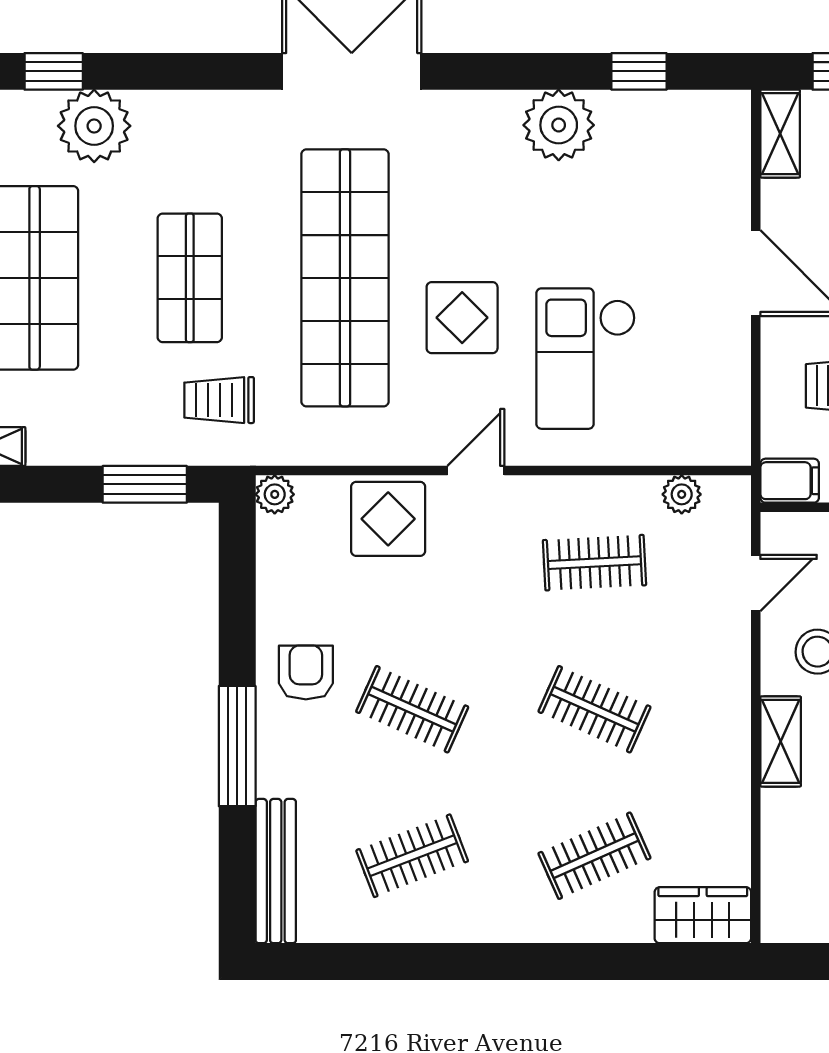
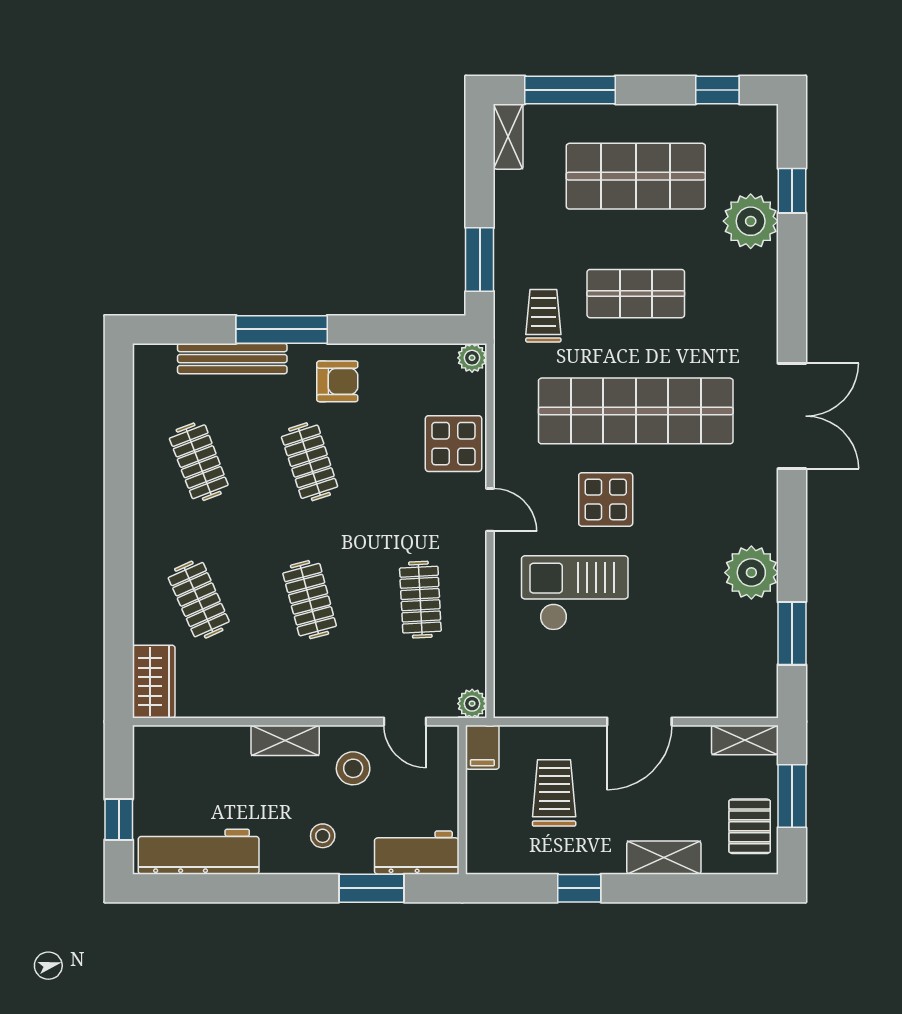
window: (639, 71) -> (792, 633), width x1.50
plant: (682, 494) -> (472, 704), moved
clothes rail: (412, 709) -> (310, 462), turned -42
clothes rail: (594, 709) -> (310, 600), turned -39
bench: (276, 871) -> (232, 359), moved

